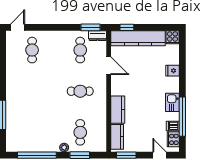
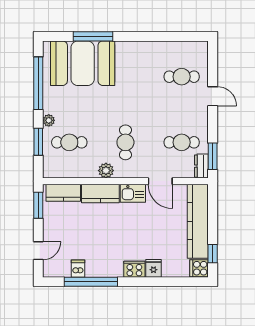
door: (18, 27) -> (213, 96), moved
window: (127, 27) -> (213, 254), moved
door: (109, 66) -> (160, 181), hinge flipped
kitchen sink: (172, 102) -> (133, 193), moved, turned 180
plant: (101, 106) -> (106, 171), added
booth: (22, 123) -> (83, 63), added
cooker: (173, 139) -> (134, 269), moved

